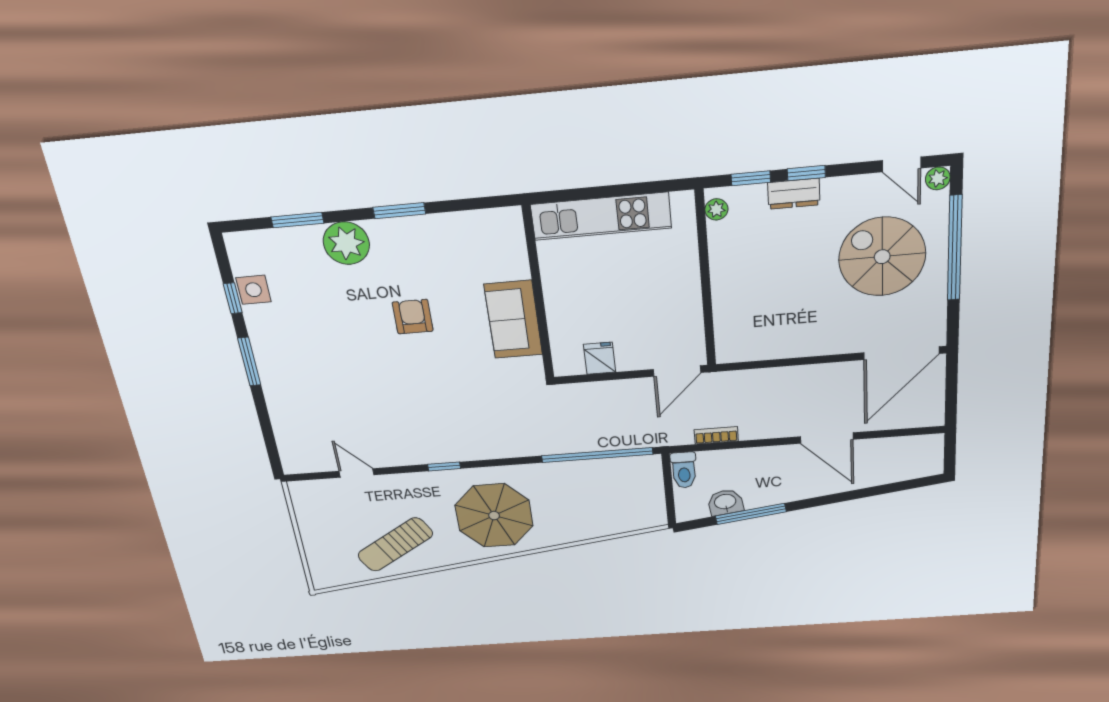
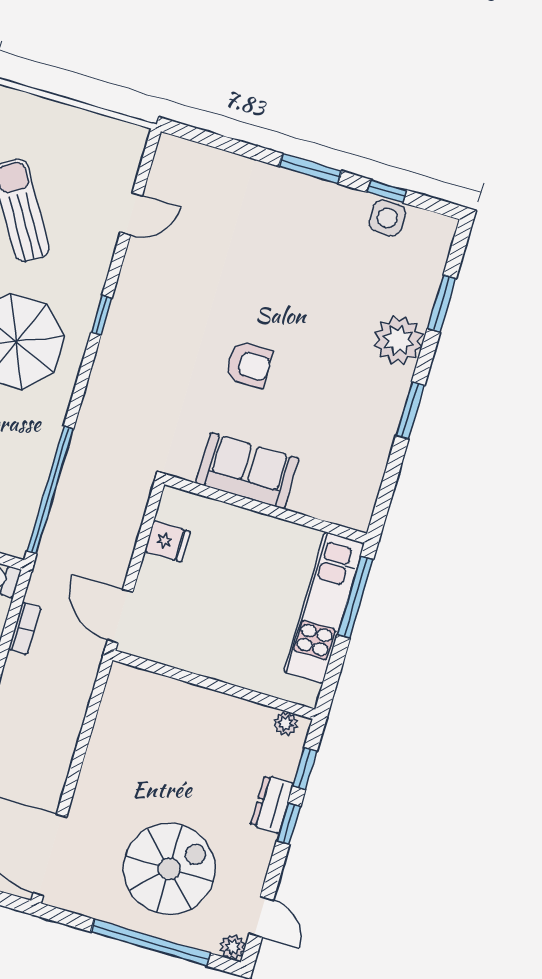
door: (902, 164) -> (261, 917), swing flipped
window: (580, 194) -> (355, 597), added
armchair: (413, 317) -> (249, 365), moved

